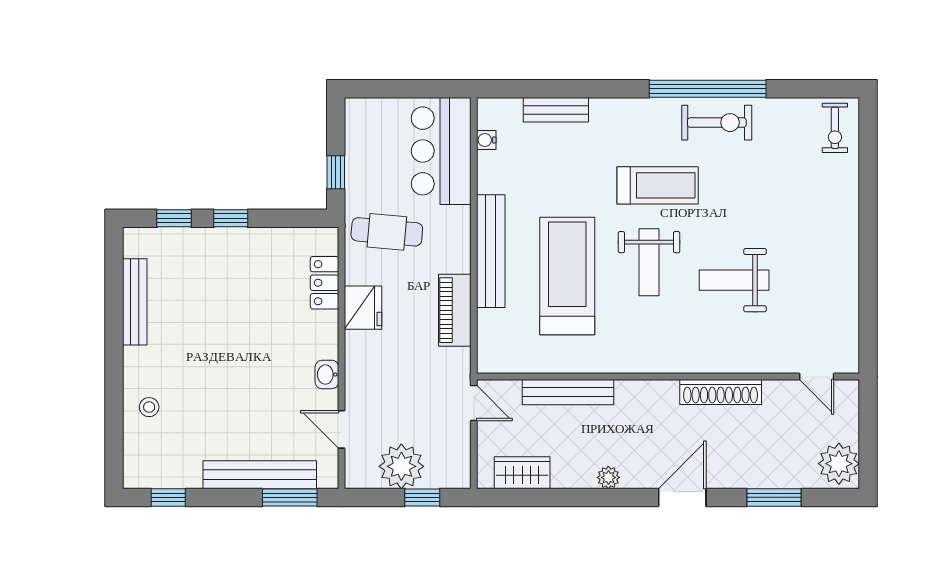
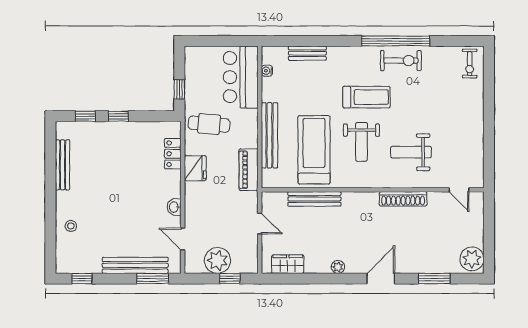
wall: (668, 377) -> (373, 190), moved
door: (817, 377) -> (459, 190), moved
bench: (568, 392) -> (314, 199), moved
shoe rack: (721, 392) -> (403, 199), moved

